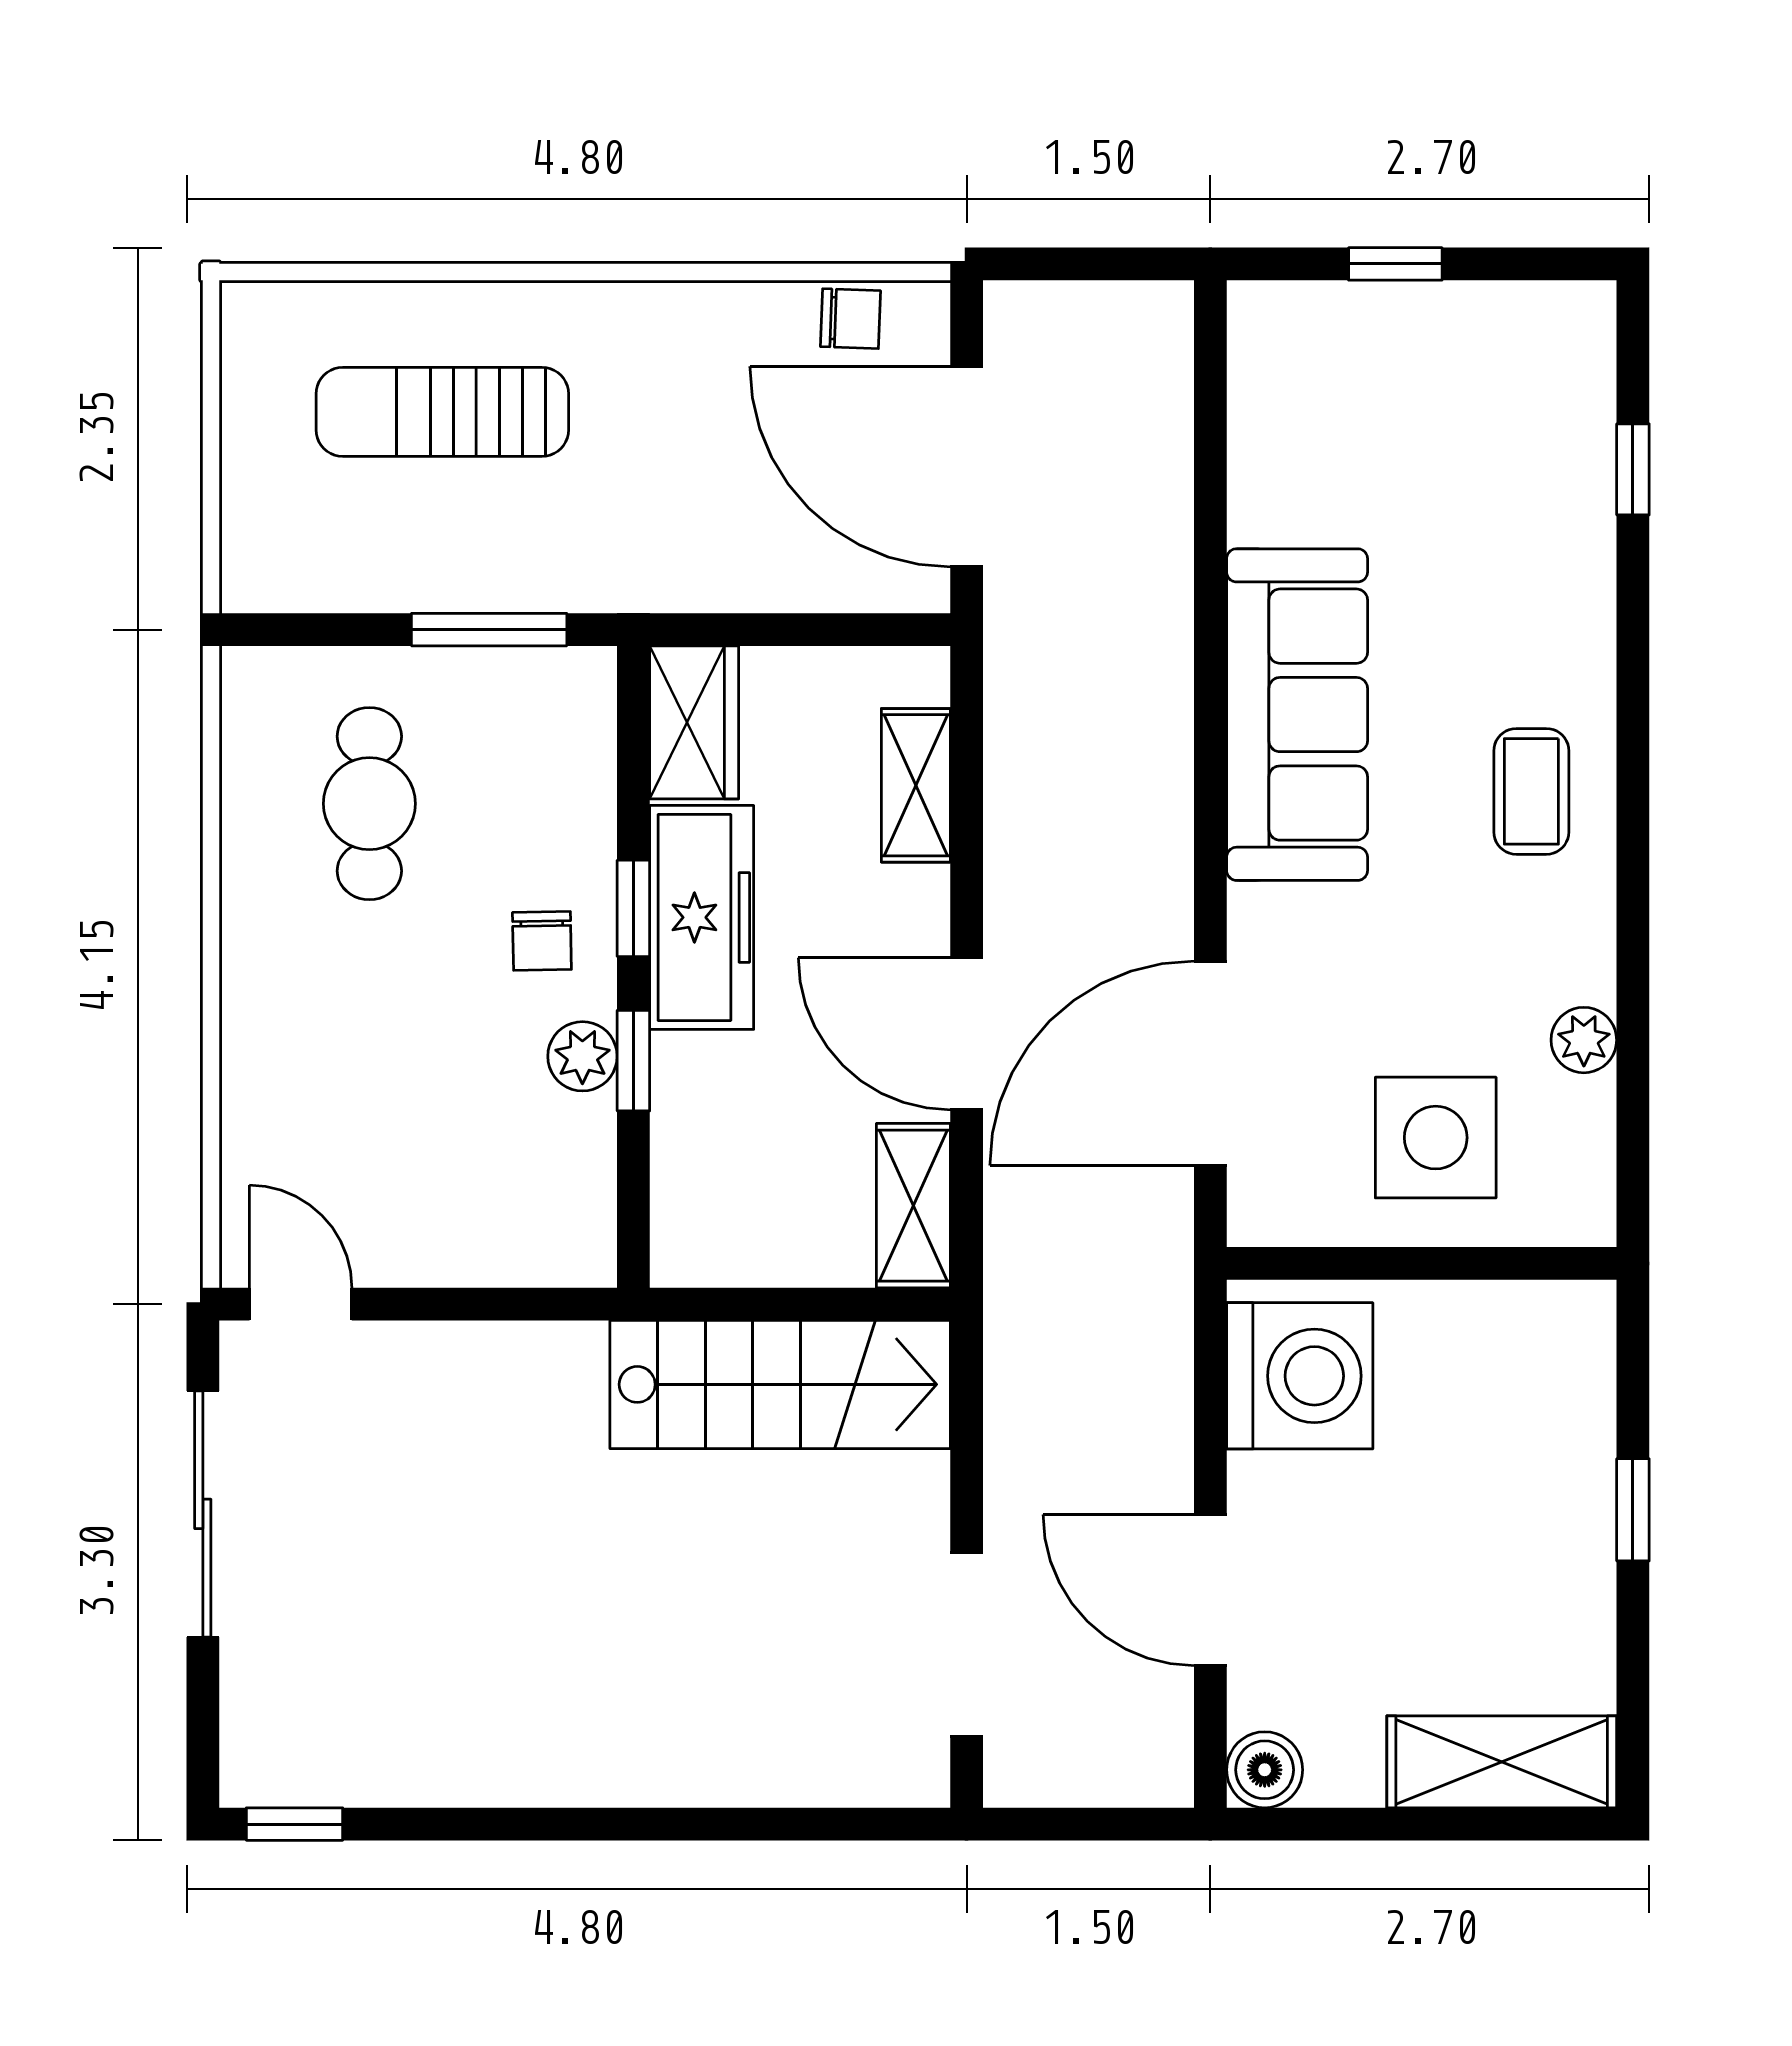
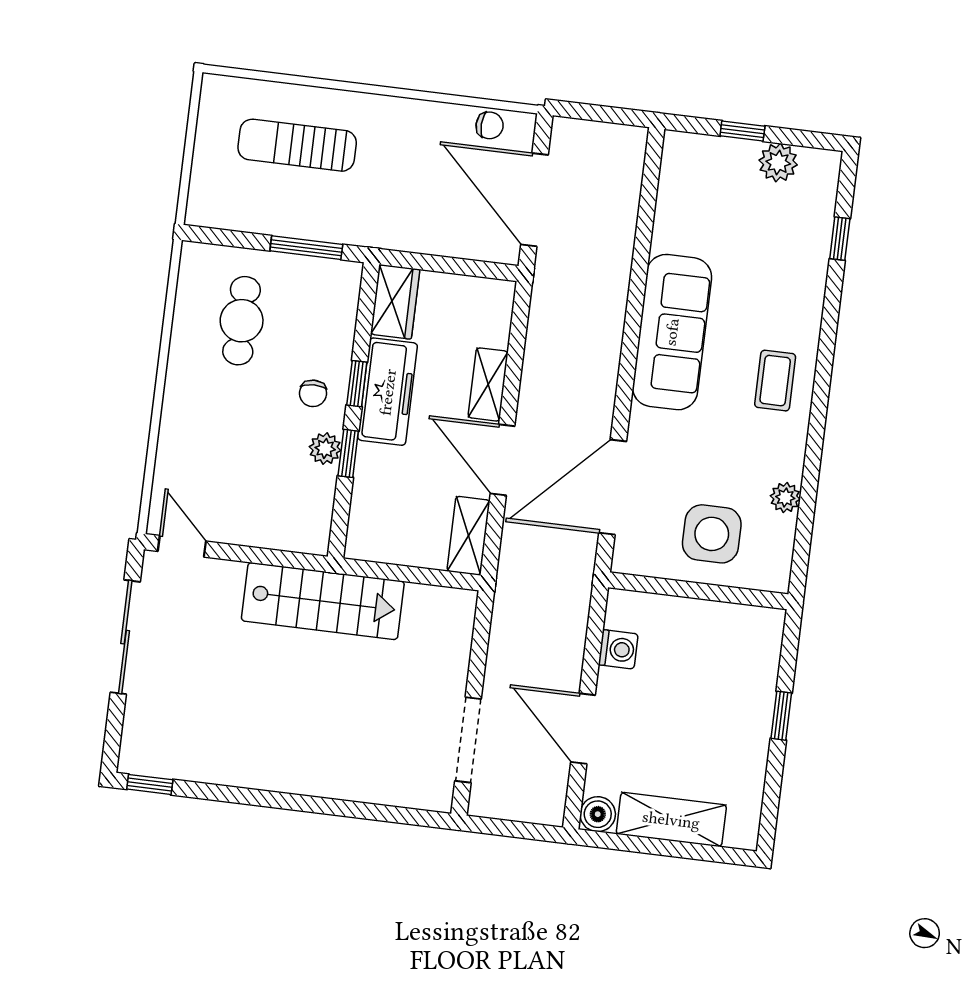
plant: (1480, 322) -> (778, 163), added
shelving: (916, 785) -> (488, 384), moved
washing machine: (1300, 1376) -> (618, 649), width x0.53, depth x0.53
stairs: (780, 1384) -> (323, 601), moved
shelving: (1502, 1762) -> (671, 820), moved

